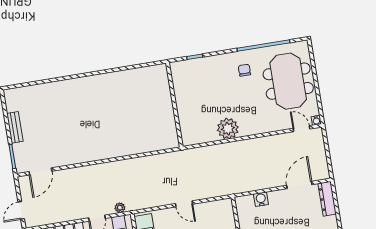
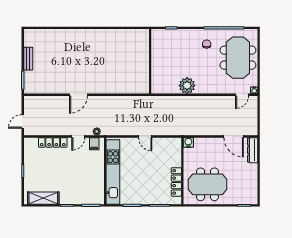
door: (301, 129) -> (242, 95), swing flipped
door: (40, 171) -> (78, 95), moved
door: (299, 185) -> (234, 136), swing flipped
water cooler: (261, 199) -> (188, 142), moved

